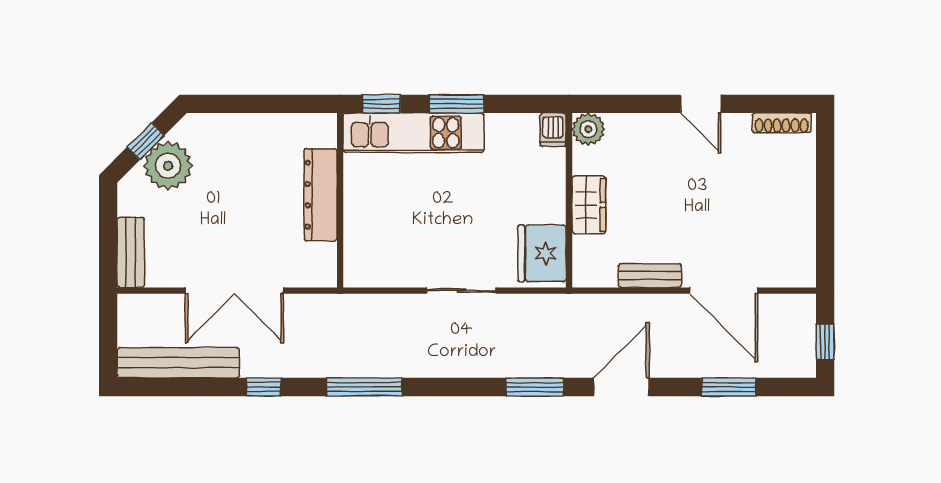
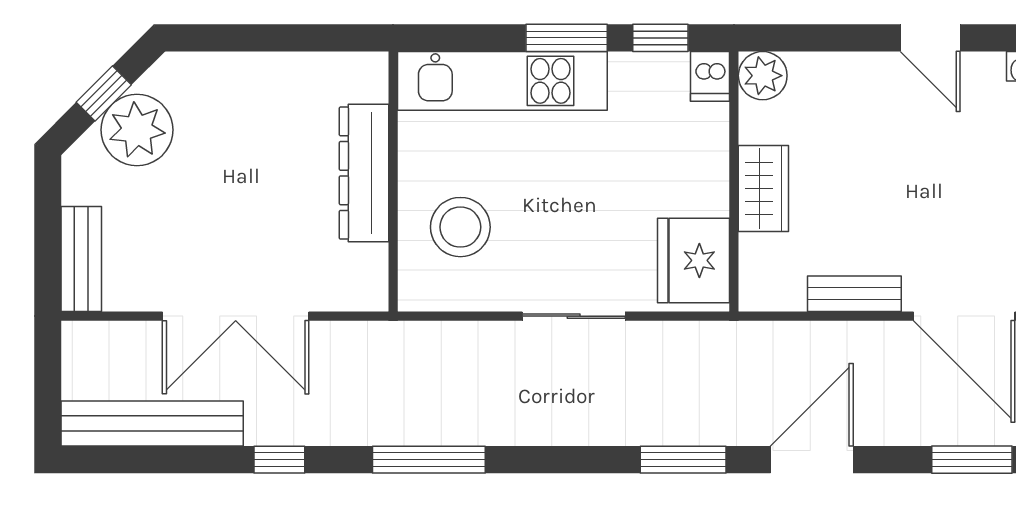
window: (381, 104) -> (660, 38), moved
stool: (385, 231) -> (460, 227), added

